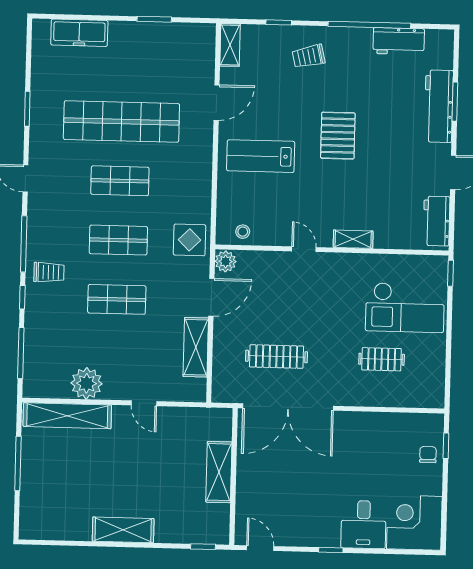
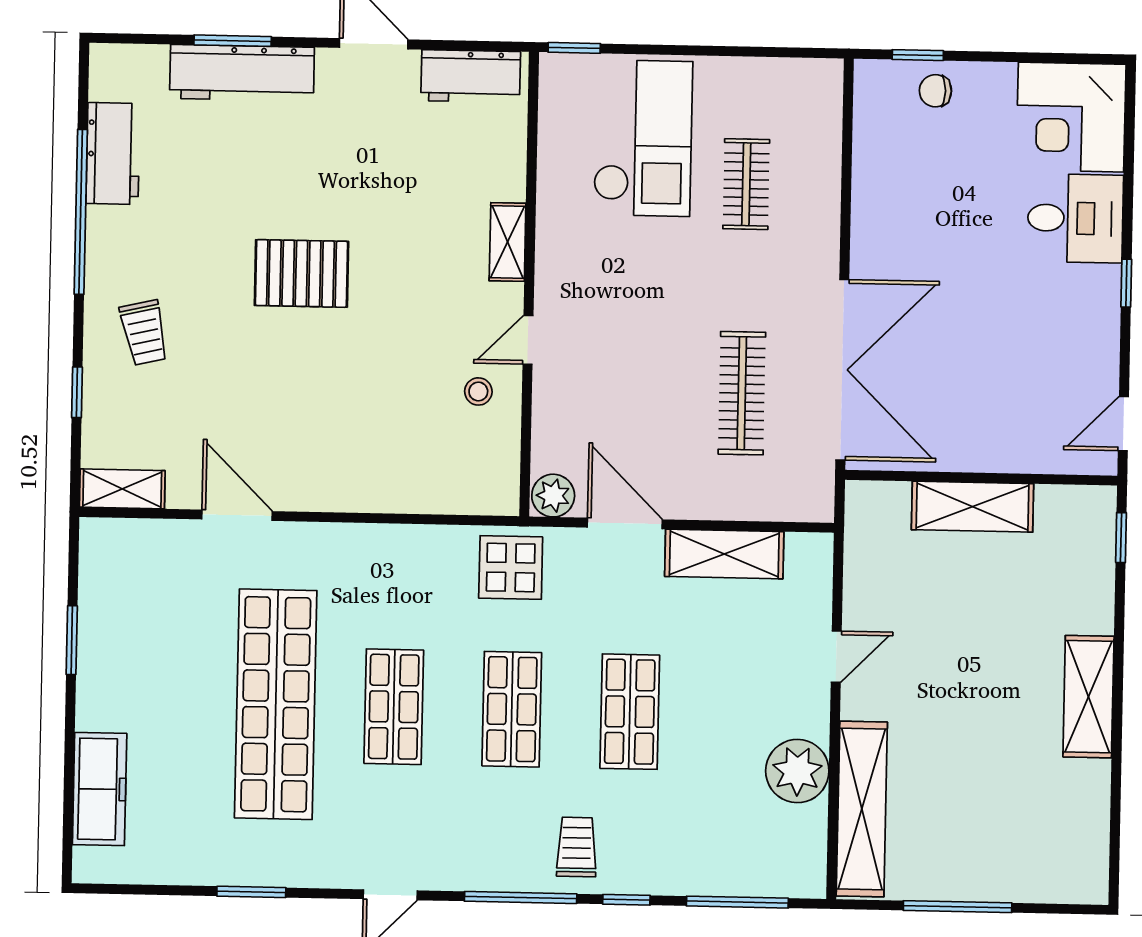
lab bench: (261, 156) -> (343, 427), removed
stool: (243, 232) -> (478, 391), moved

